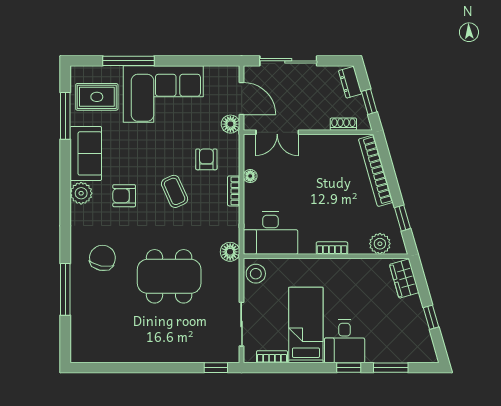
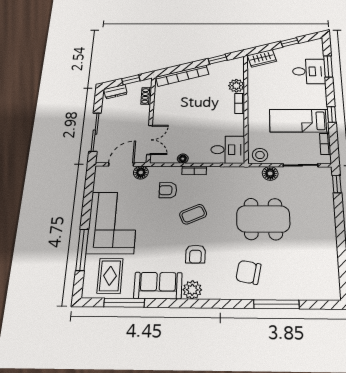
desk: (271, 233) -> (228, 150), width x0.73
plant: (380, 244) -> (236, 86), moved
floor lamp: (230, 252) -> (270, 173), moved
dining table: (169, 276) -> (263, 219), turned 90
desk: (345, 341) -> (309, 71), moved
window: (349, 368) -> (332, 114), moved

